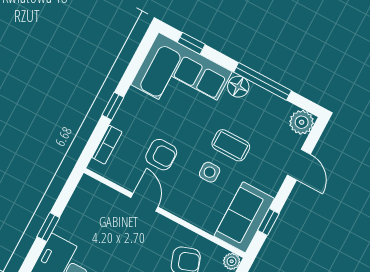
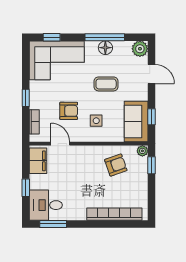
floor lamp: (238, 87) -> (105, 48), moved
side table: (210, 172) -> (96, 121), moved
filing cabinet: (84, 200) -> (38, 161), added
door: (144, 202) -> (60, 144), moved

